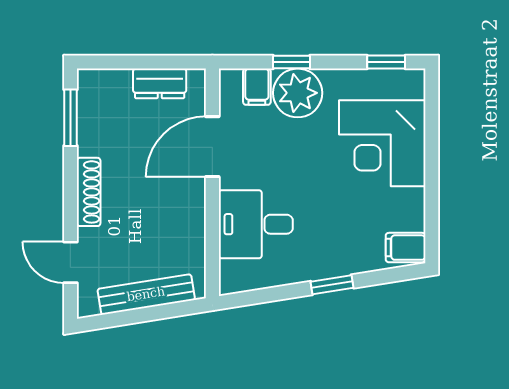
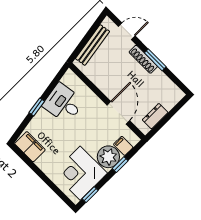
window: (70, 118) -> (155, 60), moved
corner desk: (382, 143) -> (80, 173), moved, turned -90
desk: (256, 224) -> (63, 103), moved, turned -99
filing cabinet: (406, 248) -> (30, 147), width x2.00

